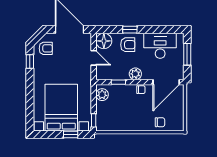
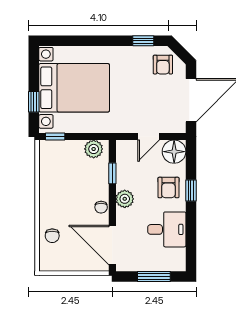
desk: (160, 46) -> (167, 229), width x0.73

